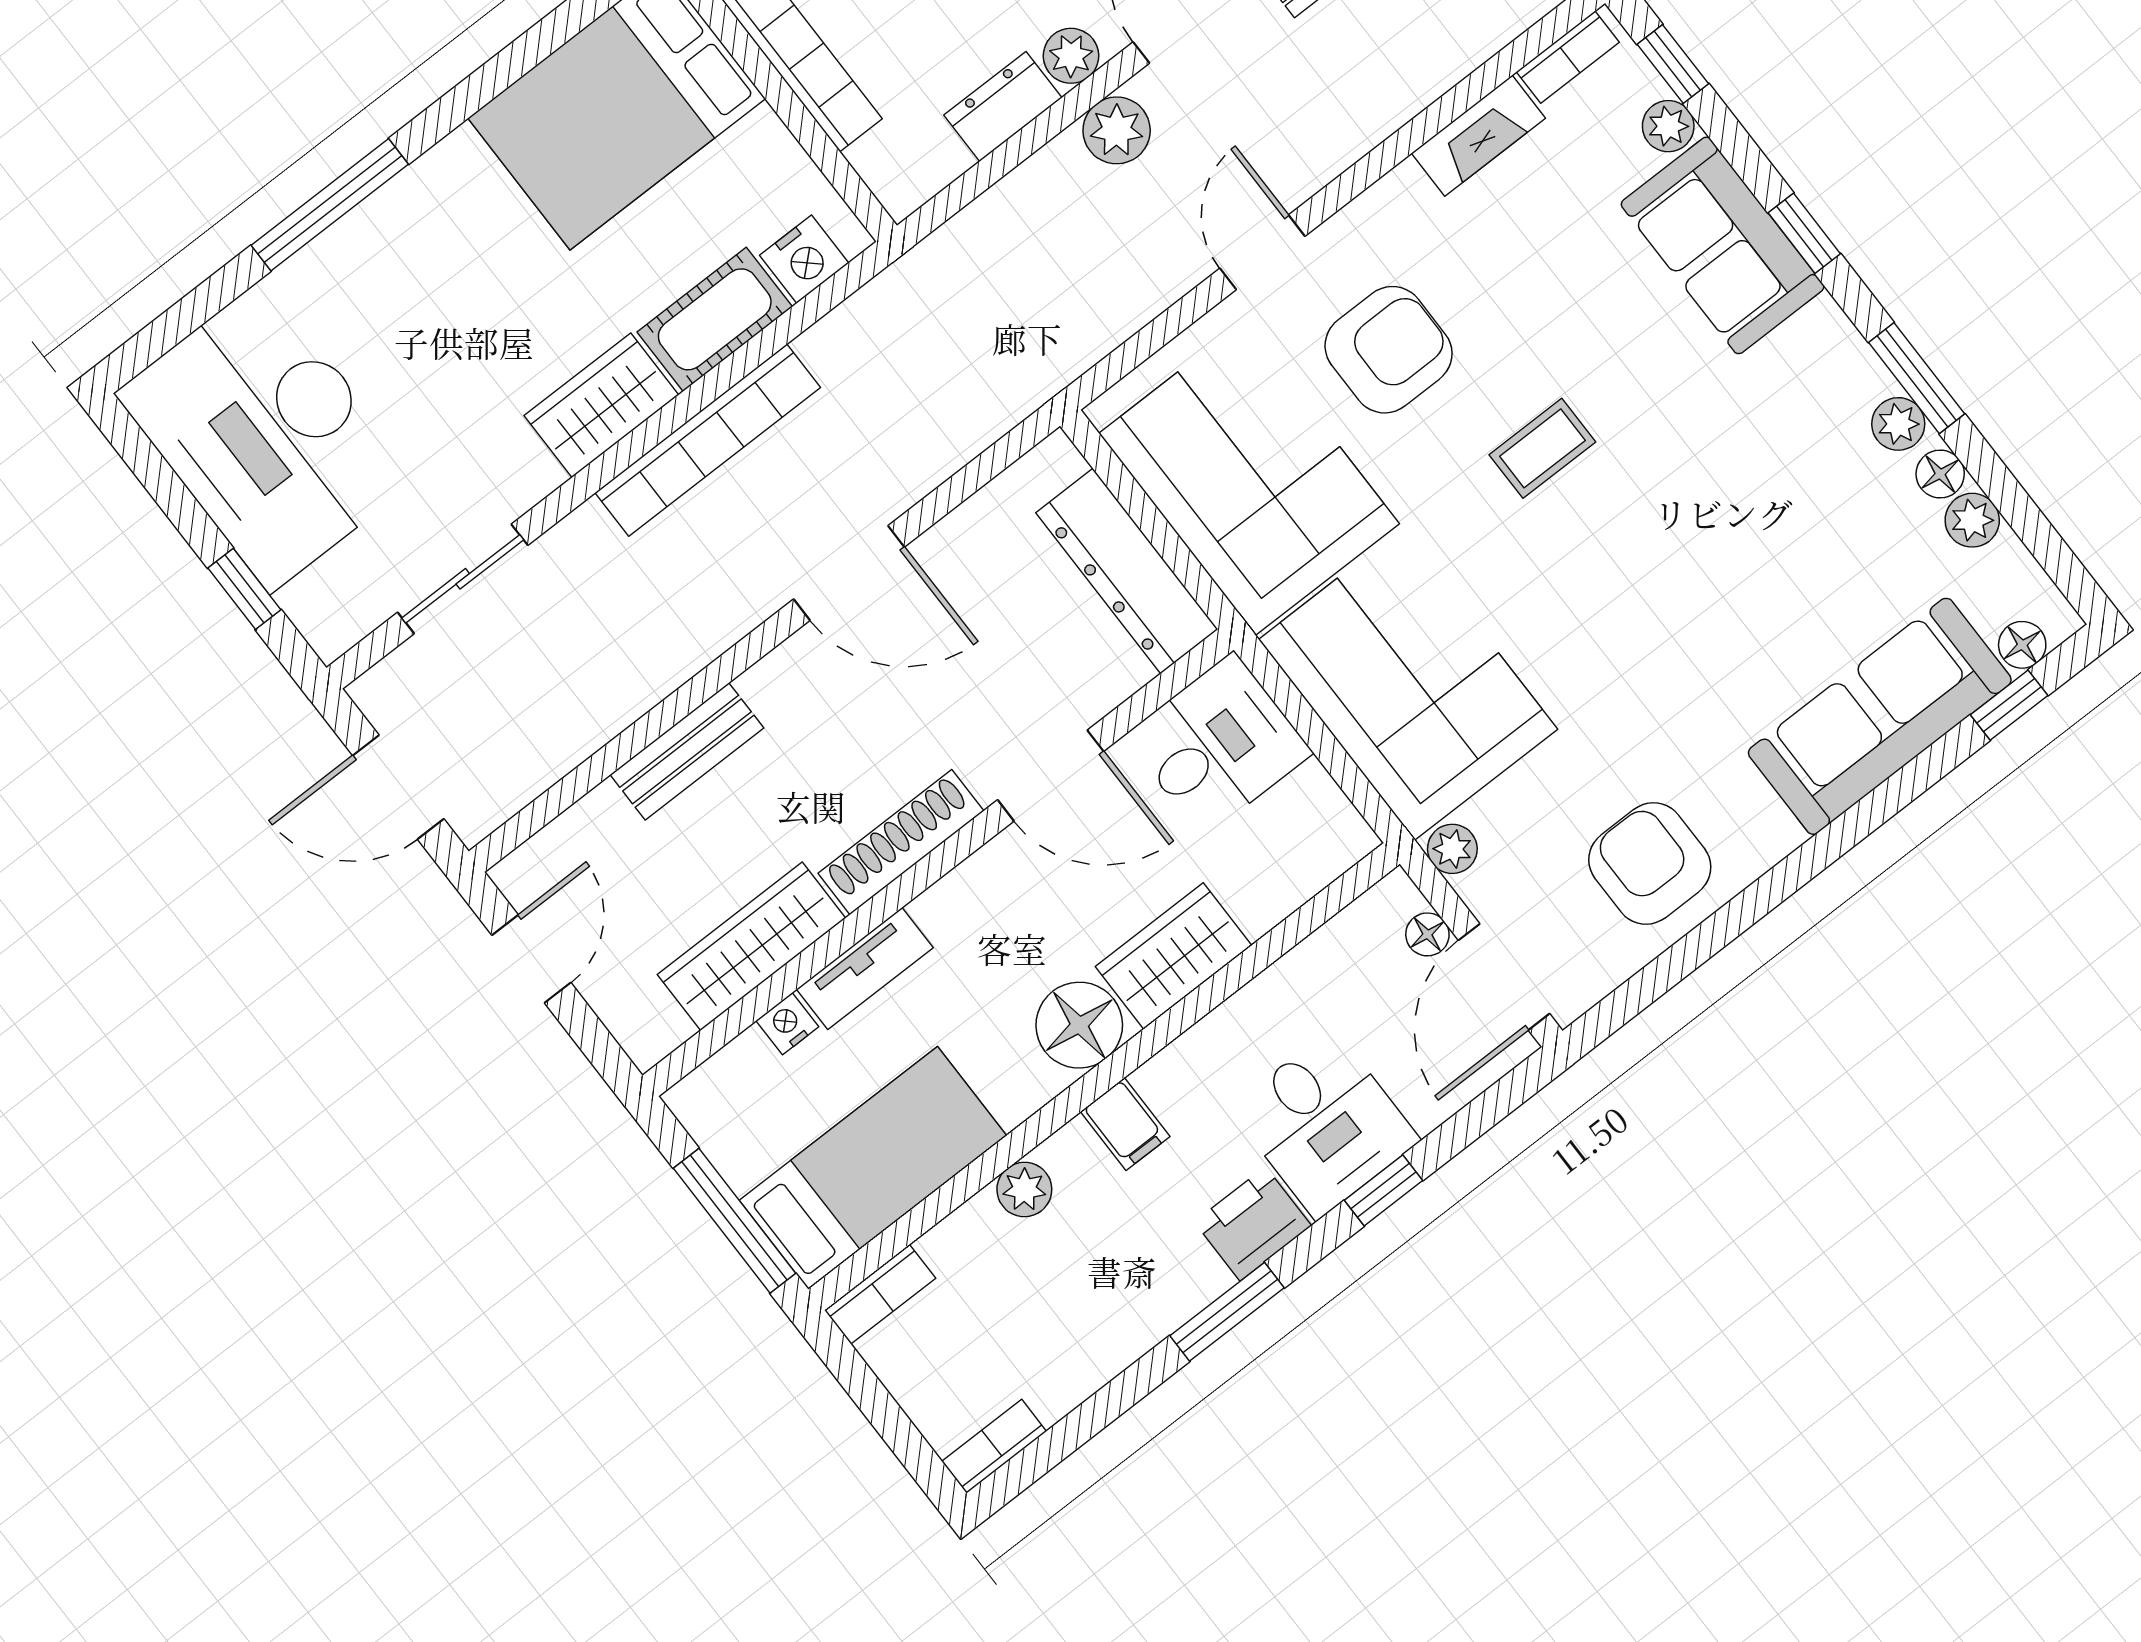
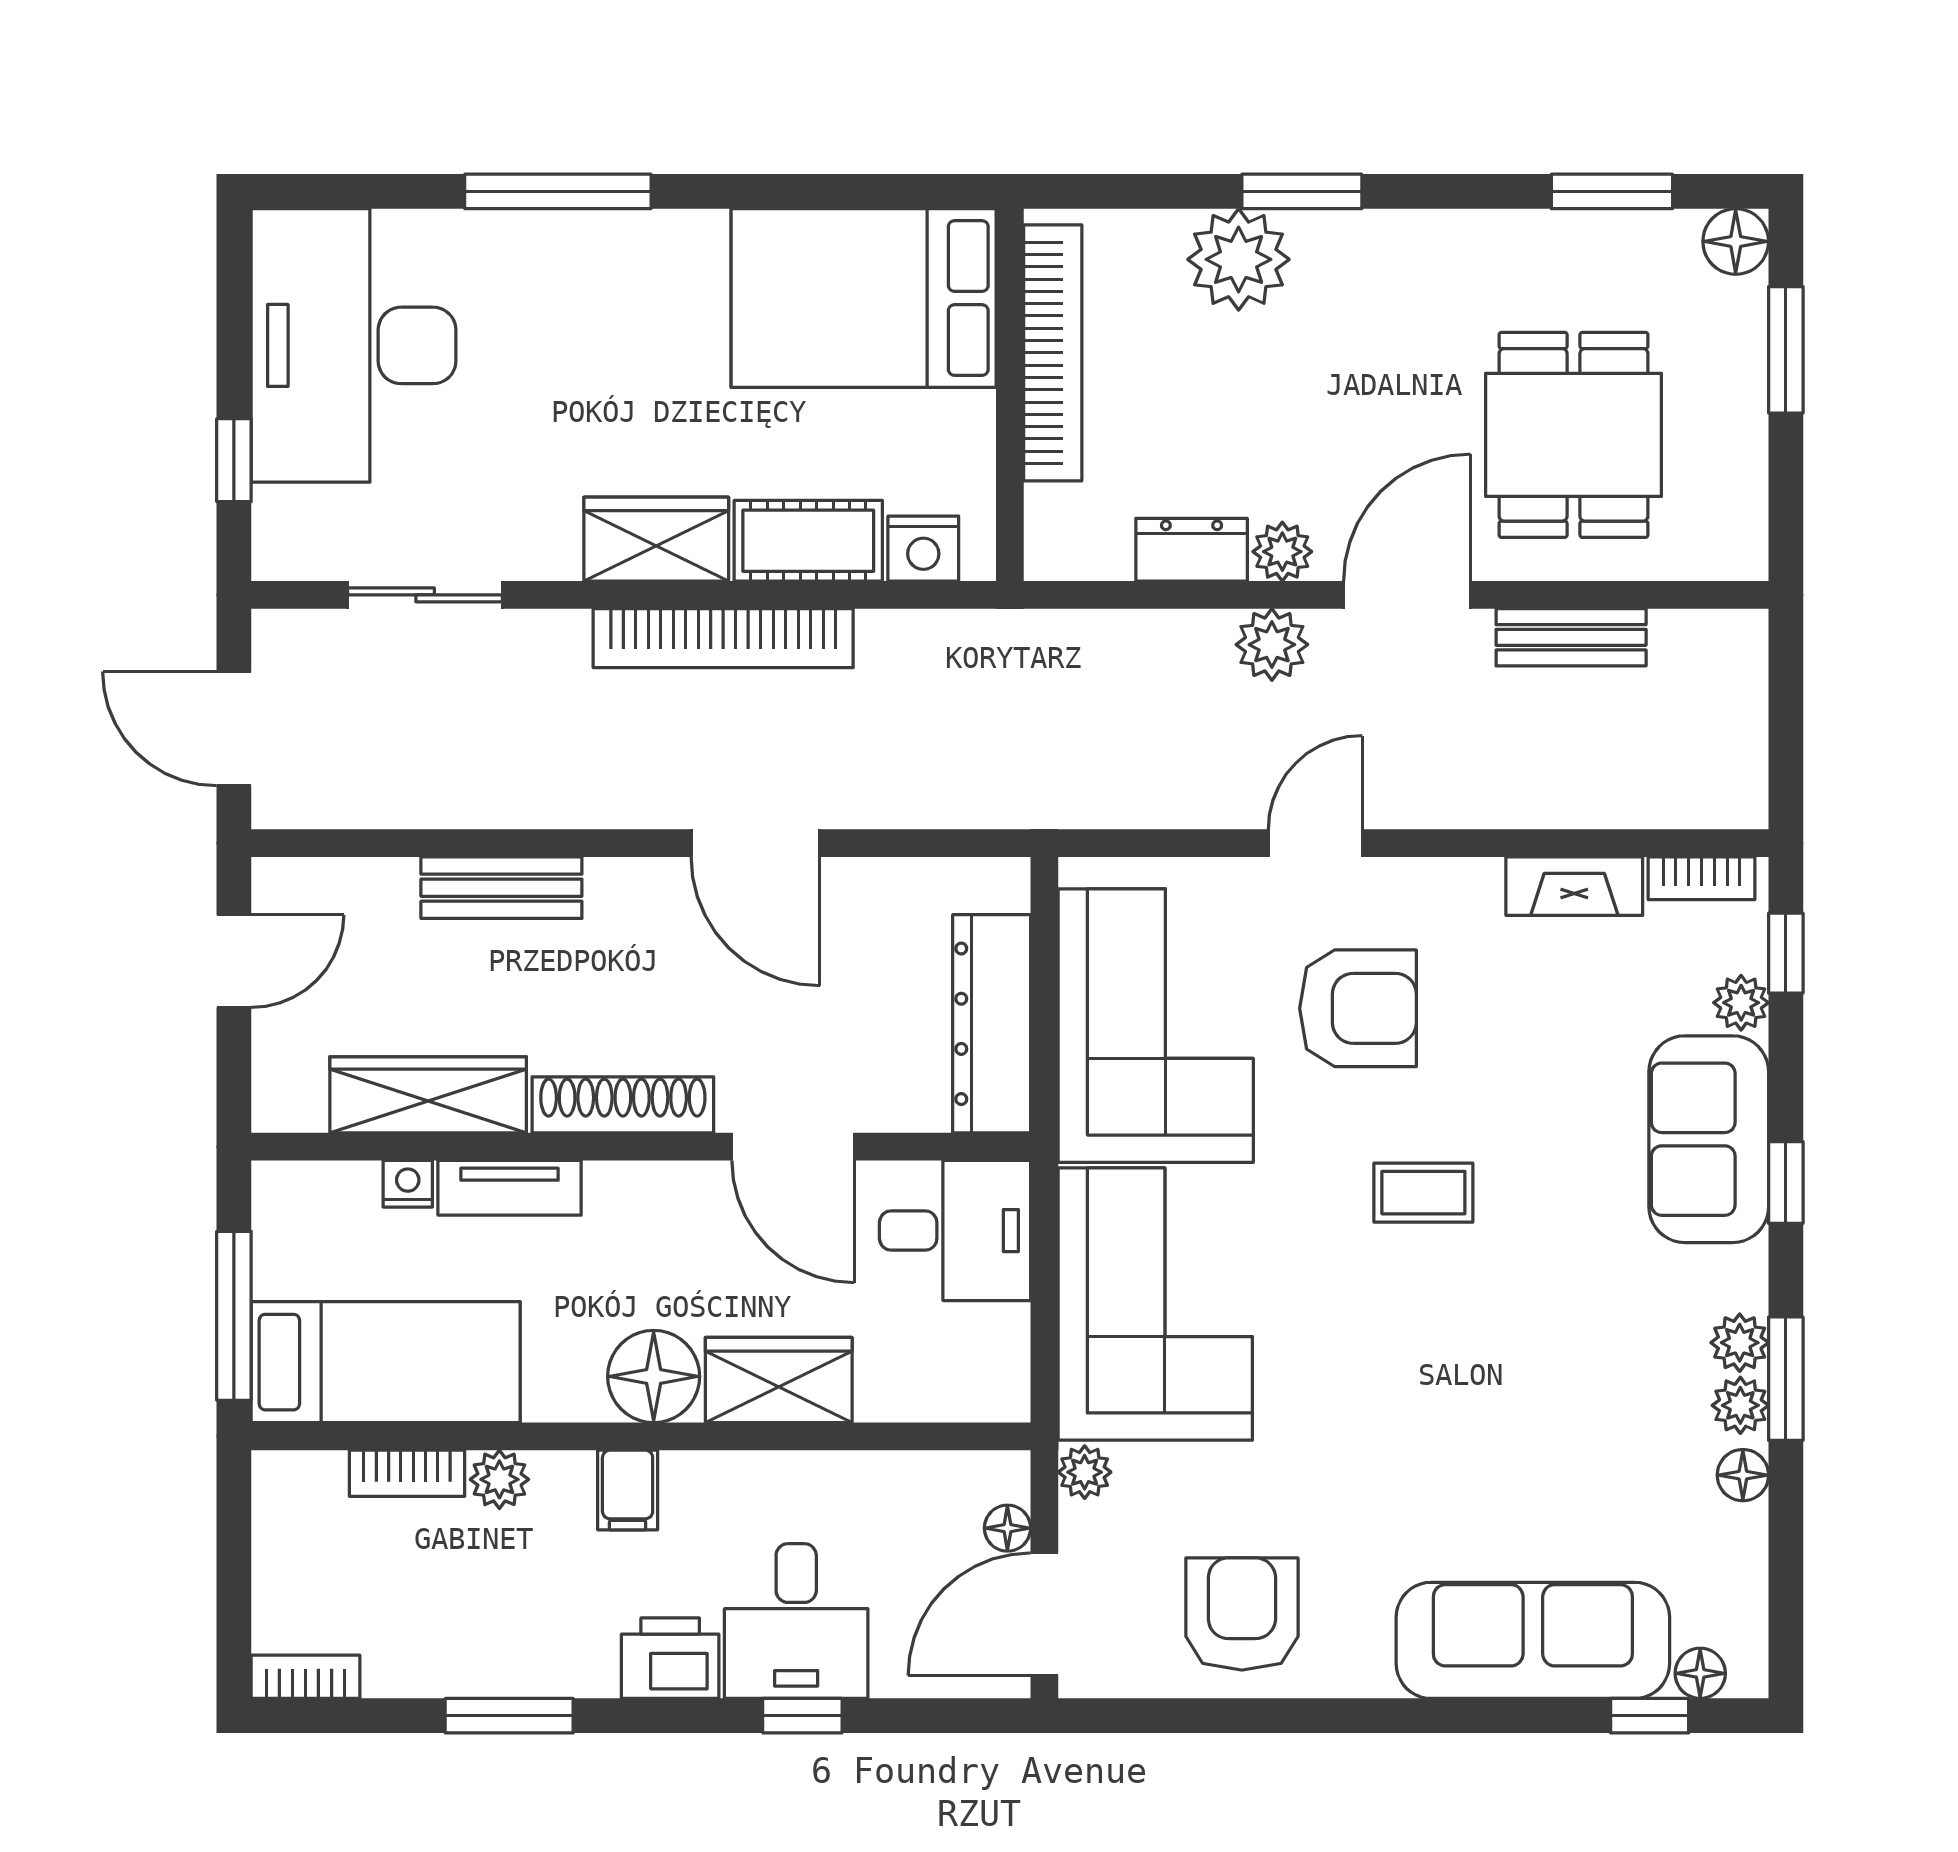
plant: (1972, 520) -> (1740, 1343), moved
bookcase: (880, 1294) -> (407, 1473), moved
window: (1227, 1312) -> (509, 1716), moved

